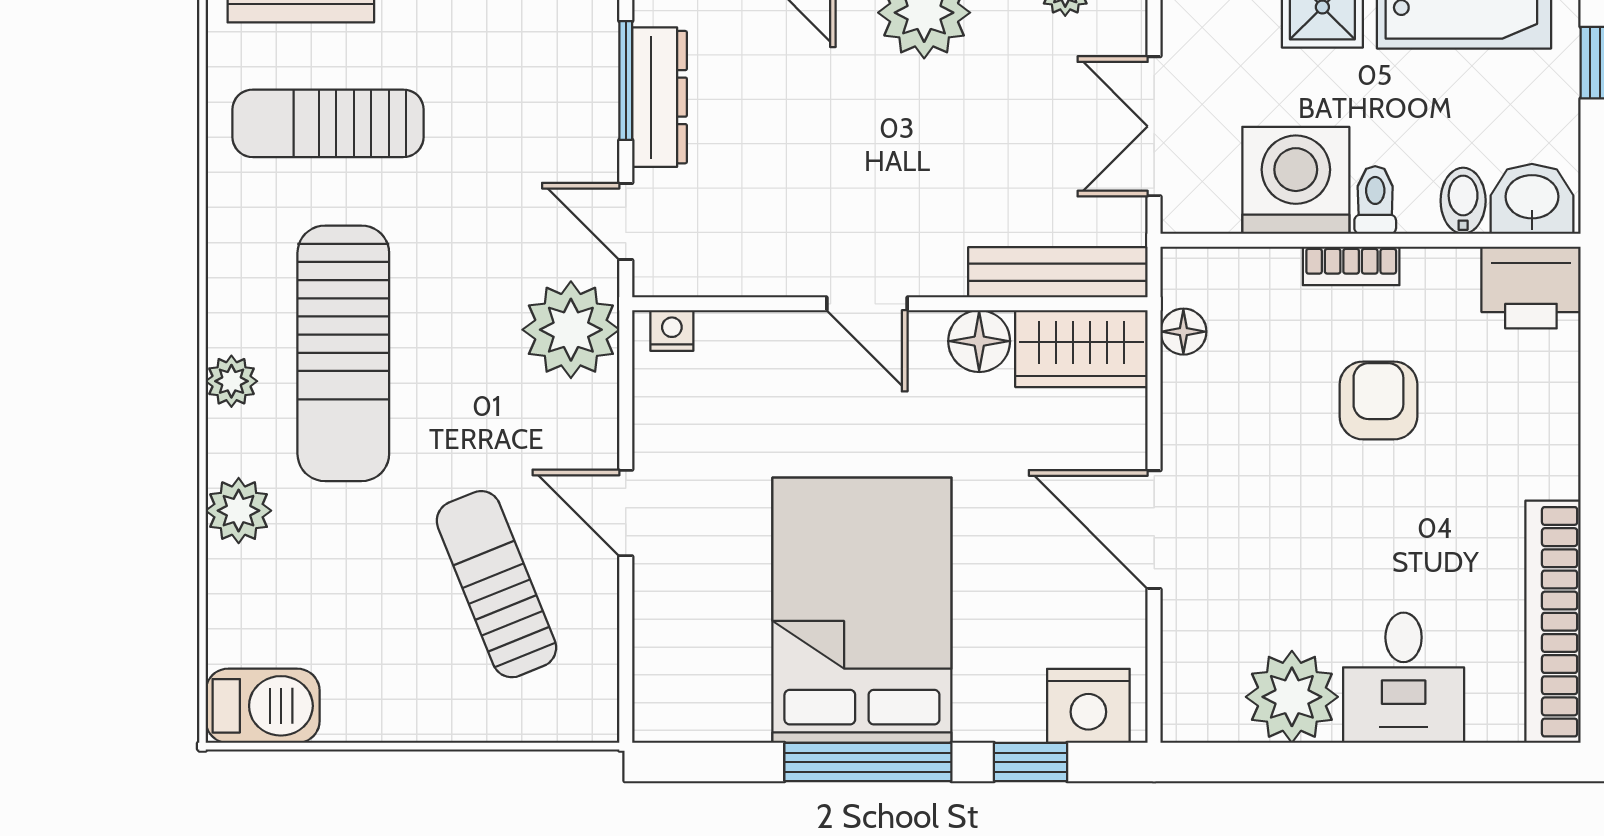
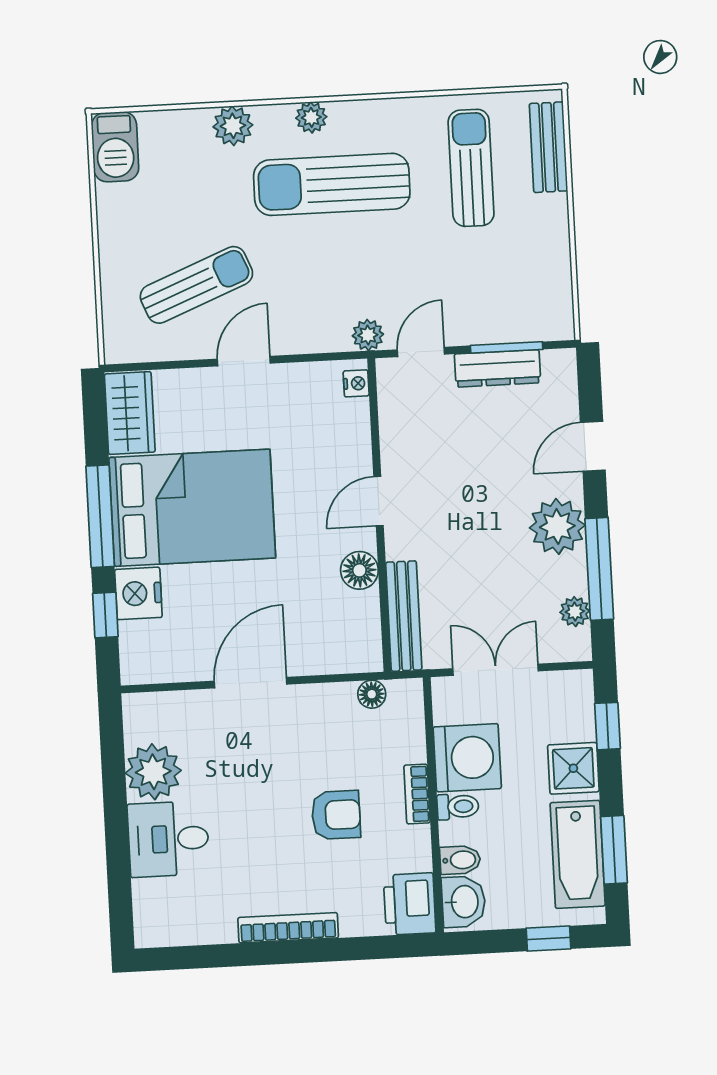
plant: (571, 330) -> (368, 335), width x0.53, depth x0.53
wardrobe: (1081, 349) -> (130, 413), moved, turned 180
bookcase: (1553, 622) -> (288, 928), moved, width x0.68, depth x0.76
nightstand: (1088, 706) -> (138, 593), moved

